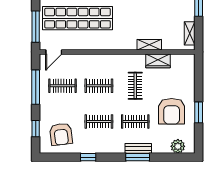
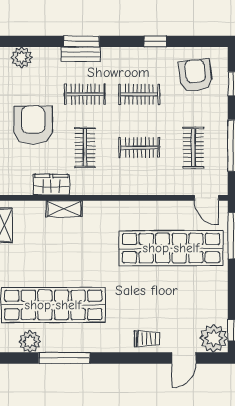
door: (54, 52) -> (206, 198), swing flipped
clothes rail: (62, 86) -> (193, 148), turned 90
armchair: (172, 111) -> (33, 125), moved

